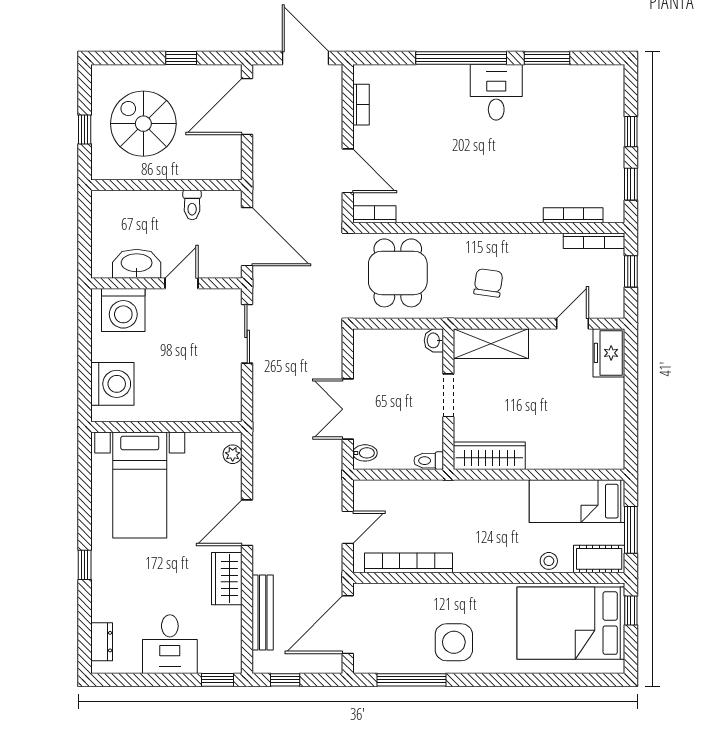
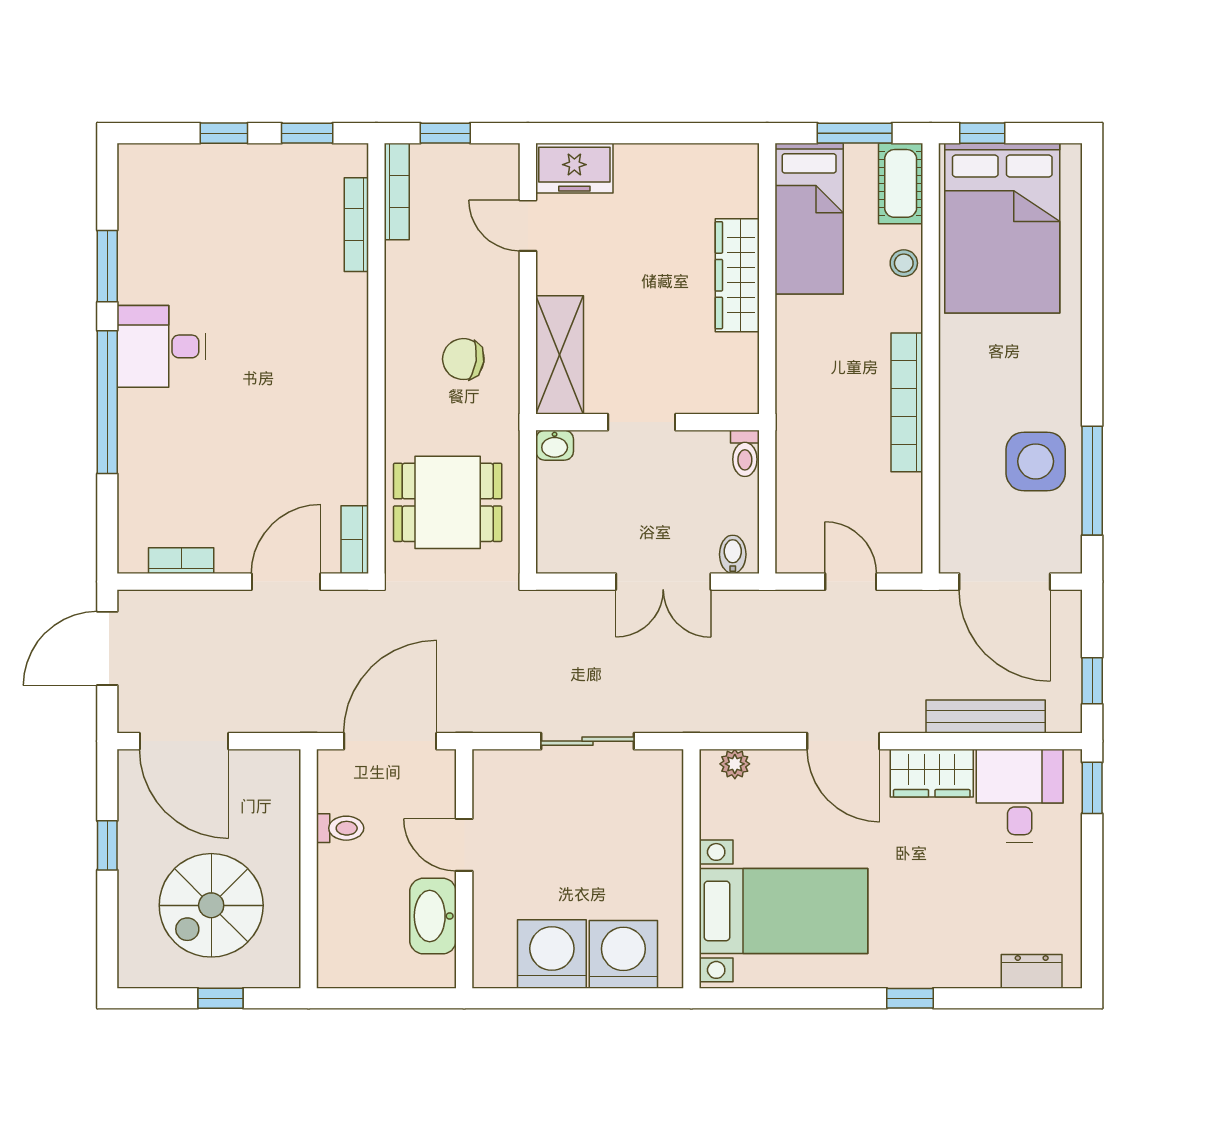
washing machine: (123, 310) -> (552, 954), moved, turned -90
sliding door: (247, 334) -> (588, 741), moved
wardrobe: (489, 456) -> (737, 275), moved
bookcase: (408, 563) -> (907, 402), moved
side table: (454, 642) -> (1036, 461), moved
desk: (170, 644) -> (1020, 796), moved, turned -90

